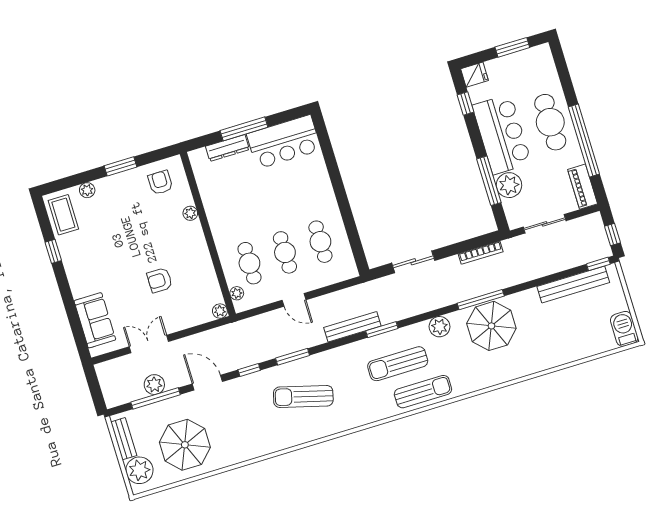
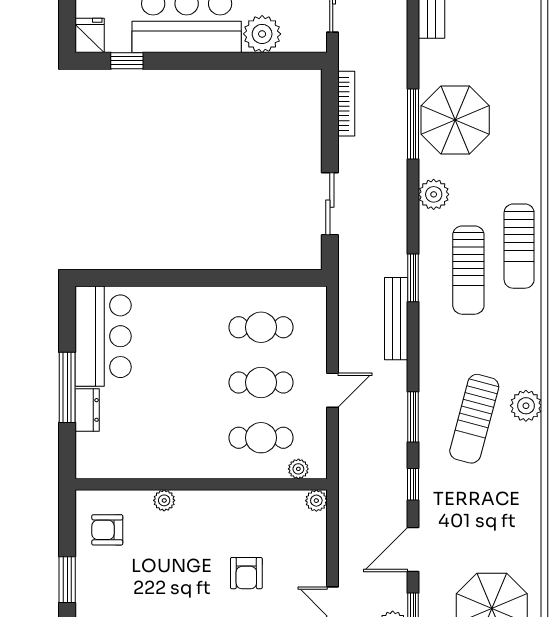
dresser: (227, 148) -> (87, 410), width x0.70
window: (489, 181) -> (247, 61), removed
sun lounger: (423, 392) -> (519, 246), turned 180
plant: (322, 427) -> (526, 406), added

